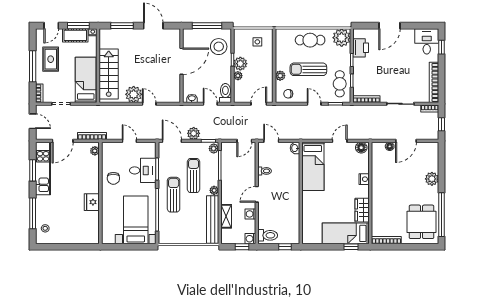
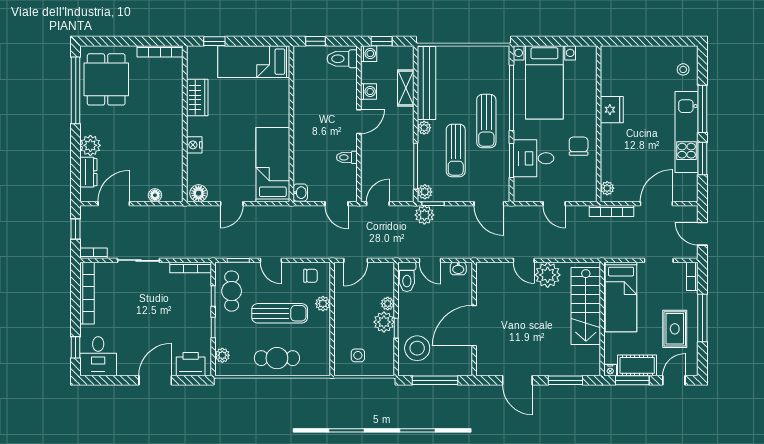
plant: (342, 38) -> (222, 355), width x0.53, depth x0.53
printer: (361, 48) -> (191, 364), moved, turned 90
plant: (194, 133) -> (424, 215), moved
door: (406, 141) -> (114, 204), moved
dresser: (433, 161) -> (88, 172), added
kitchen unit: (43, 168) -> (687, 132), moved
window: (33, 213) -> (702, 109), moved
bed: (346, 233) -> (254, 62), moved, turned 180

